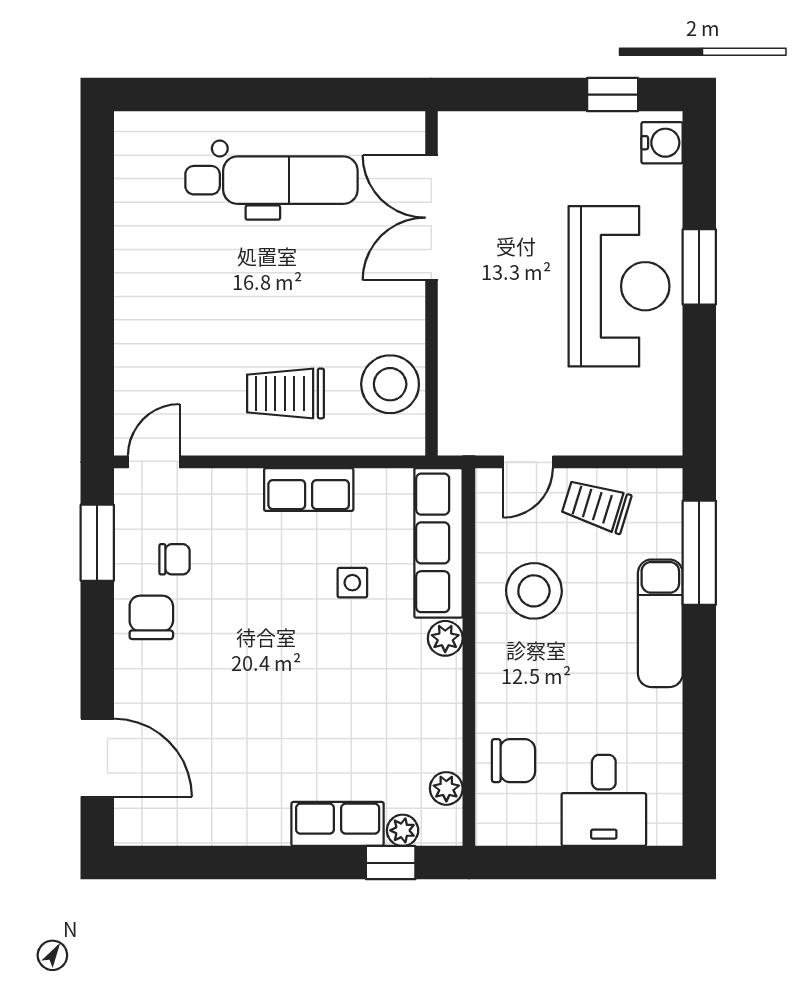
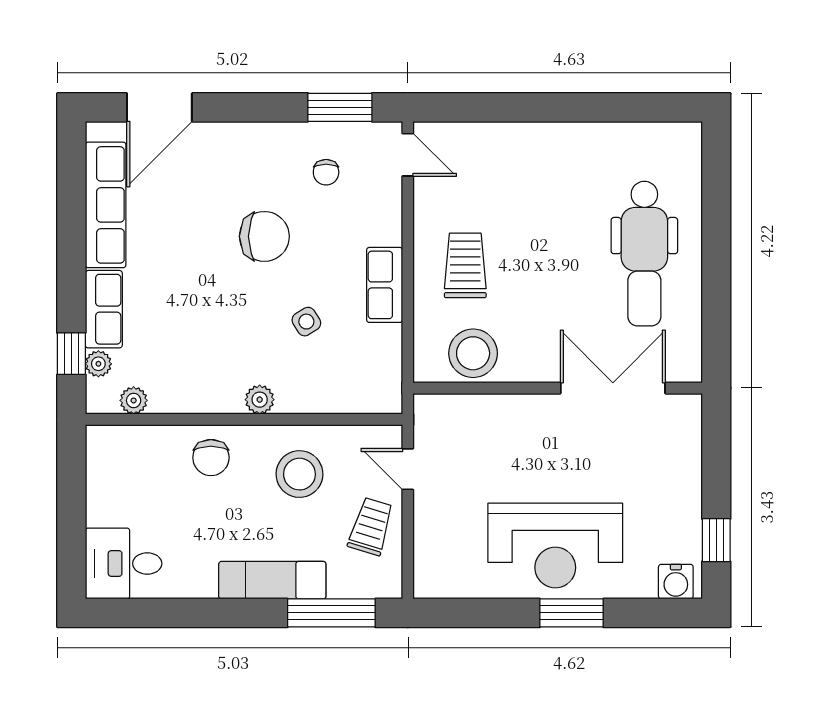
row of seats: (438, 543) -> (106, 205), moved, turned 90
side table: (352, 583) -> (306, 322), turned -32
chair: (151, 617) -> (264, 236), moved, width x1.37, depth x1.37
chair: (513, 761) -> (211, 458), moved
desk: (604, 800) -> (124, 564), moved

